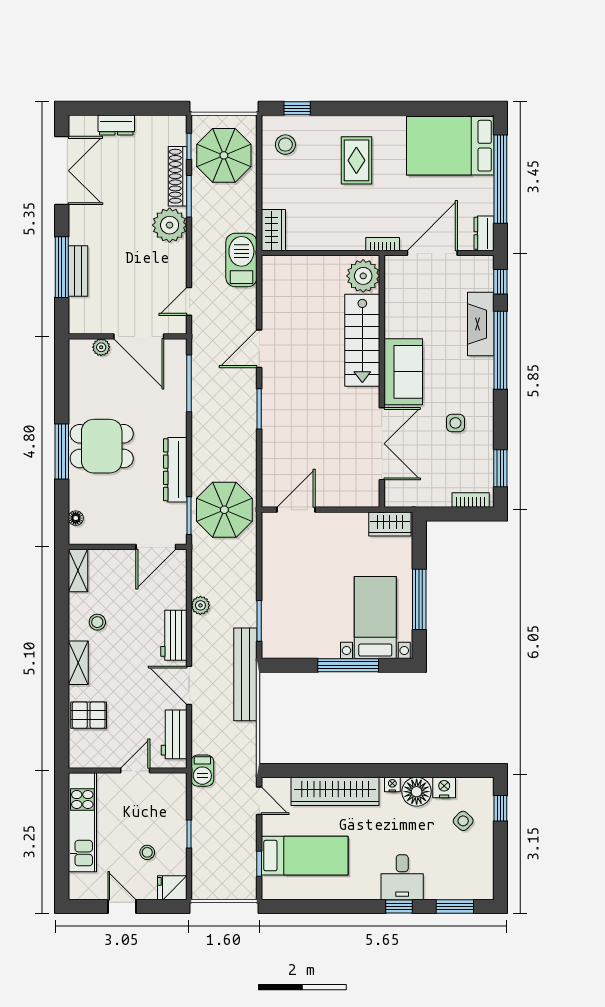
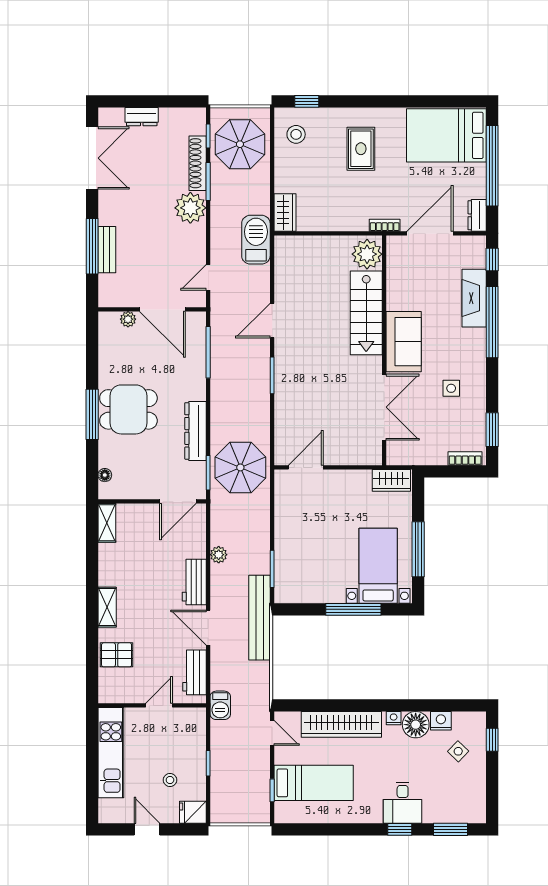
stool: (97, 622) -> (124, 570), removed

